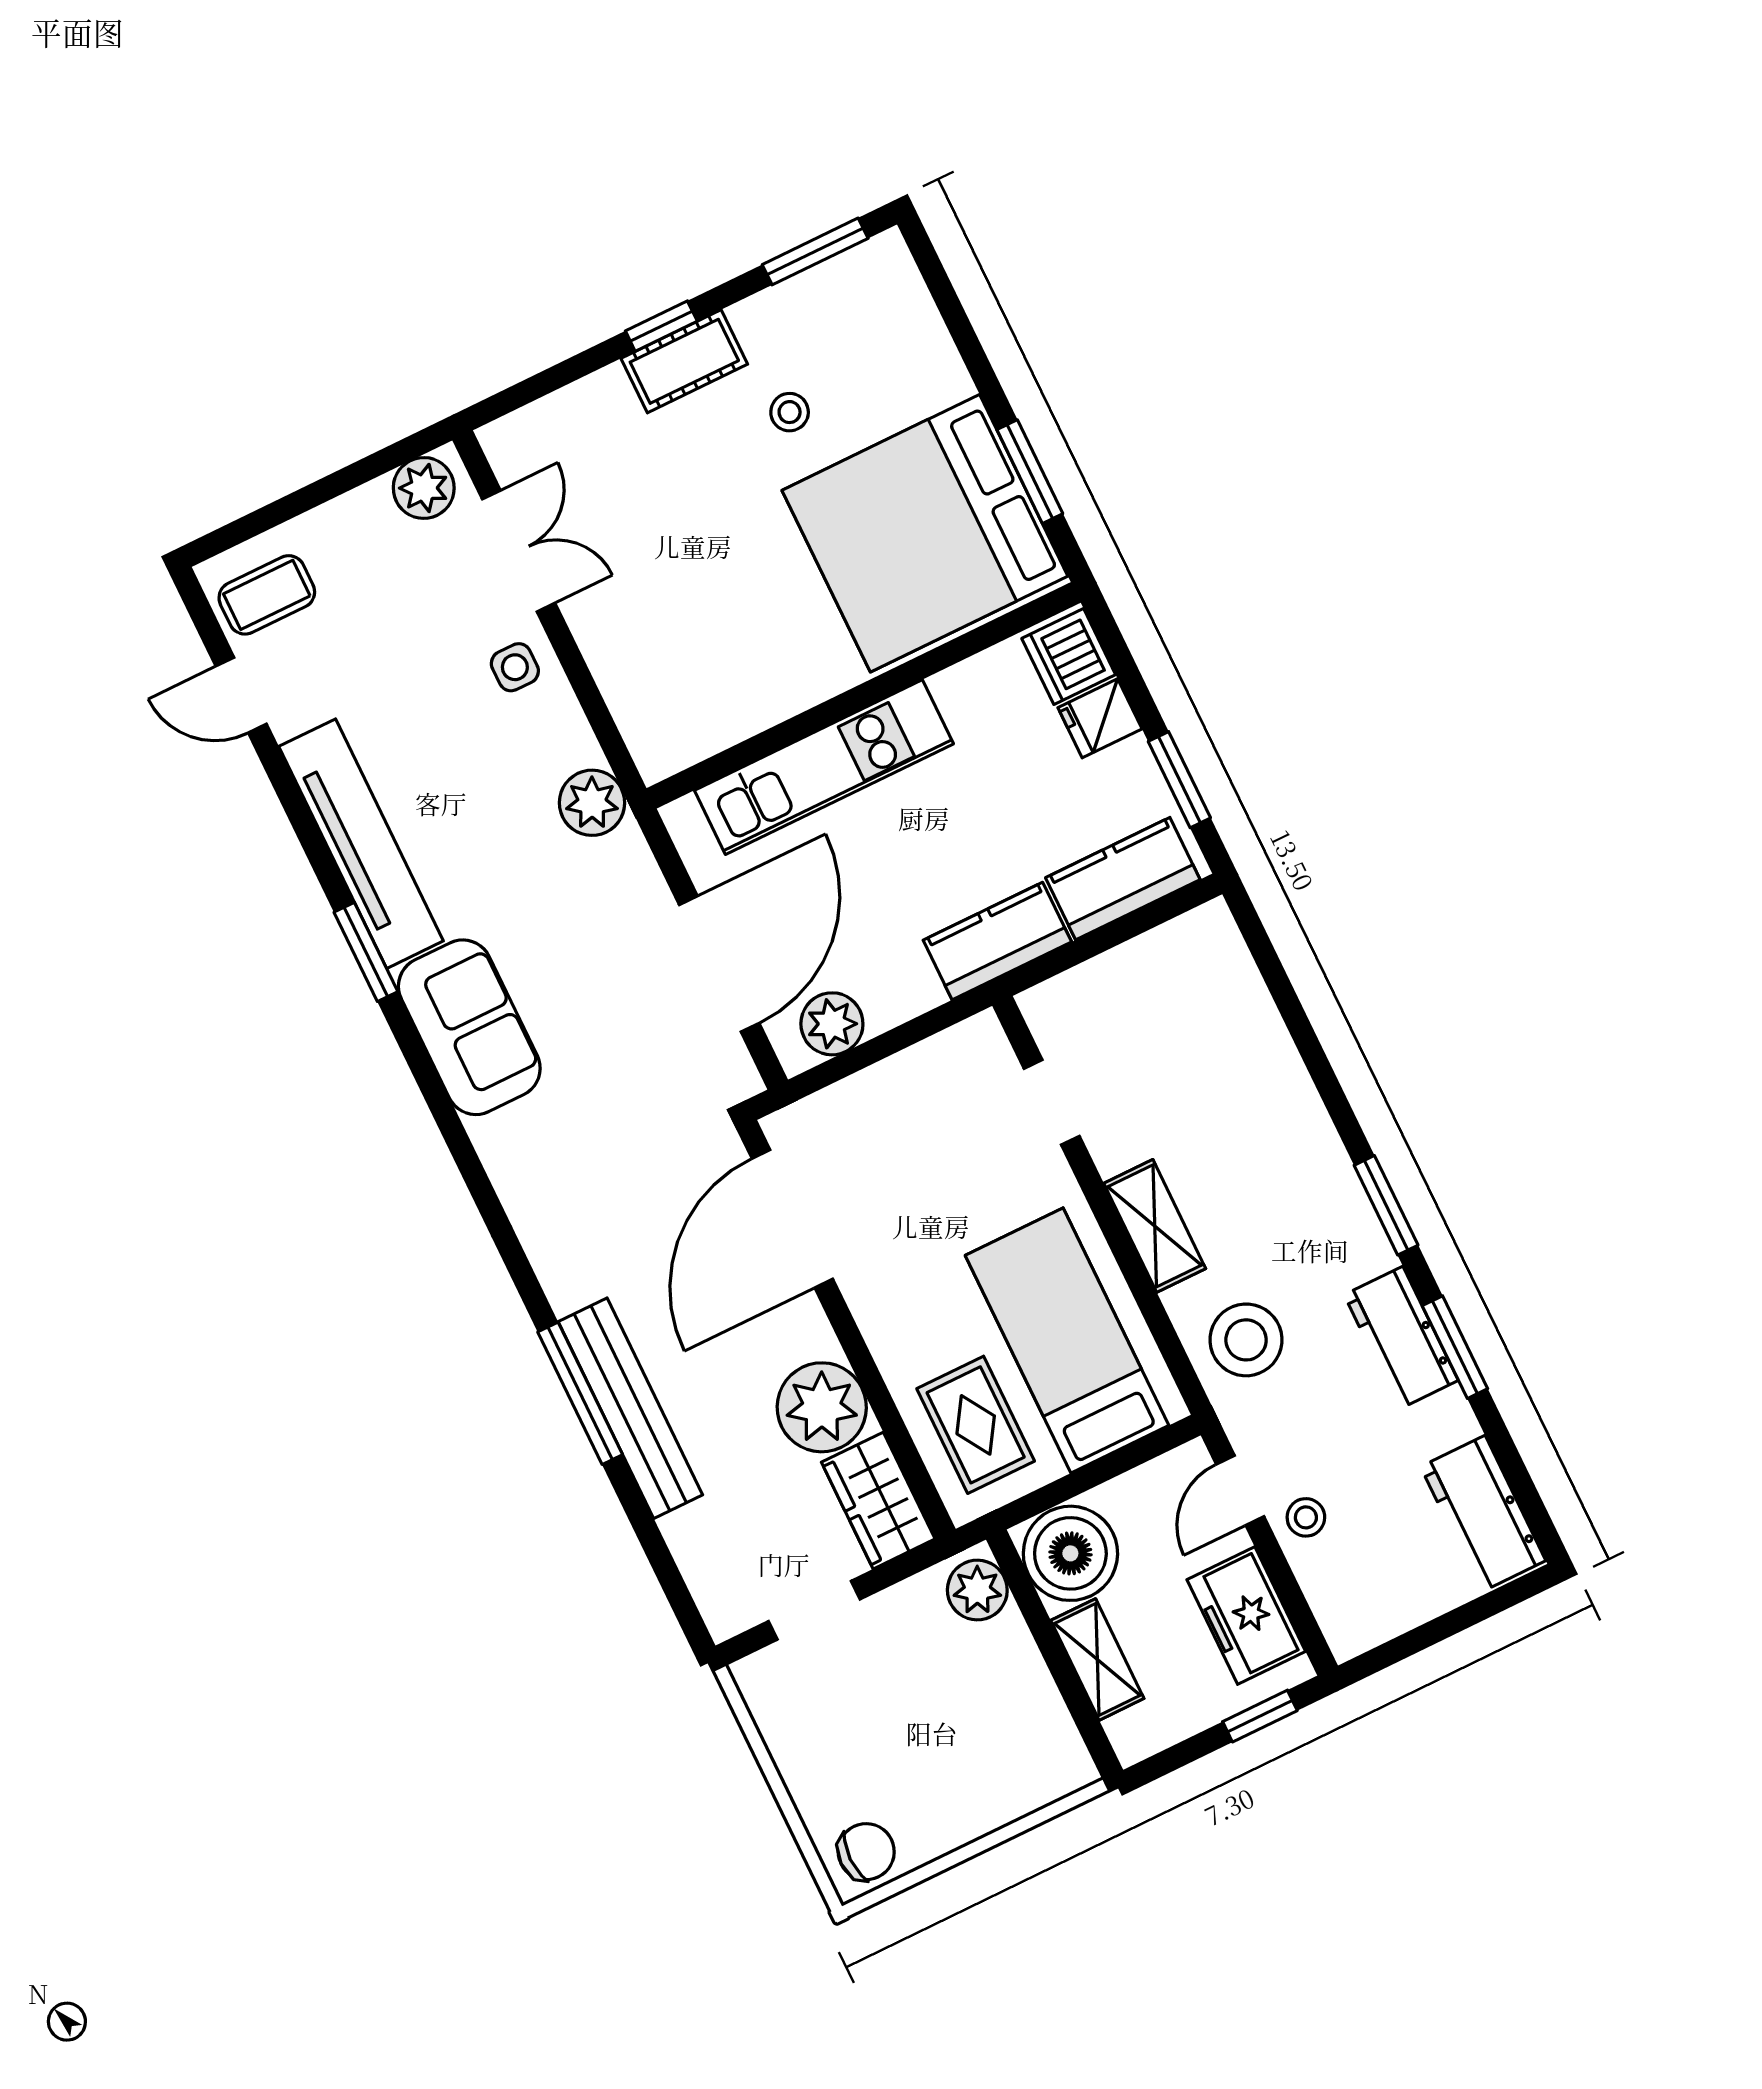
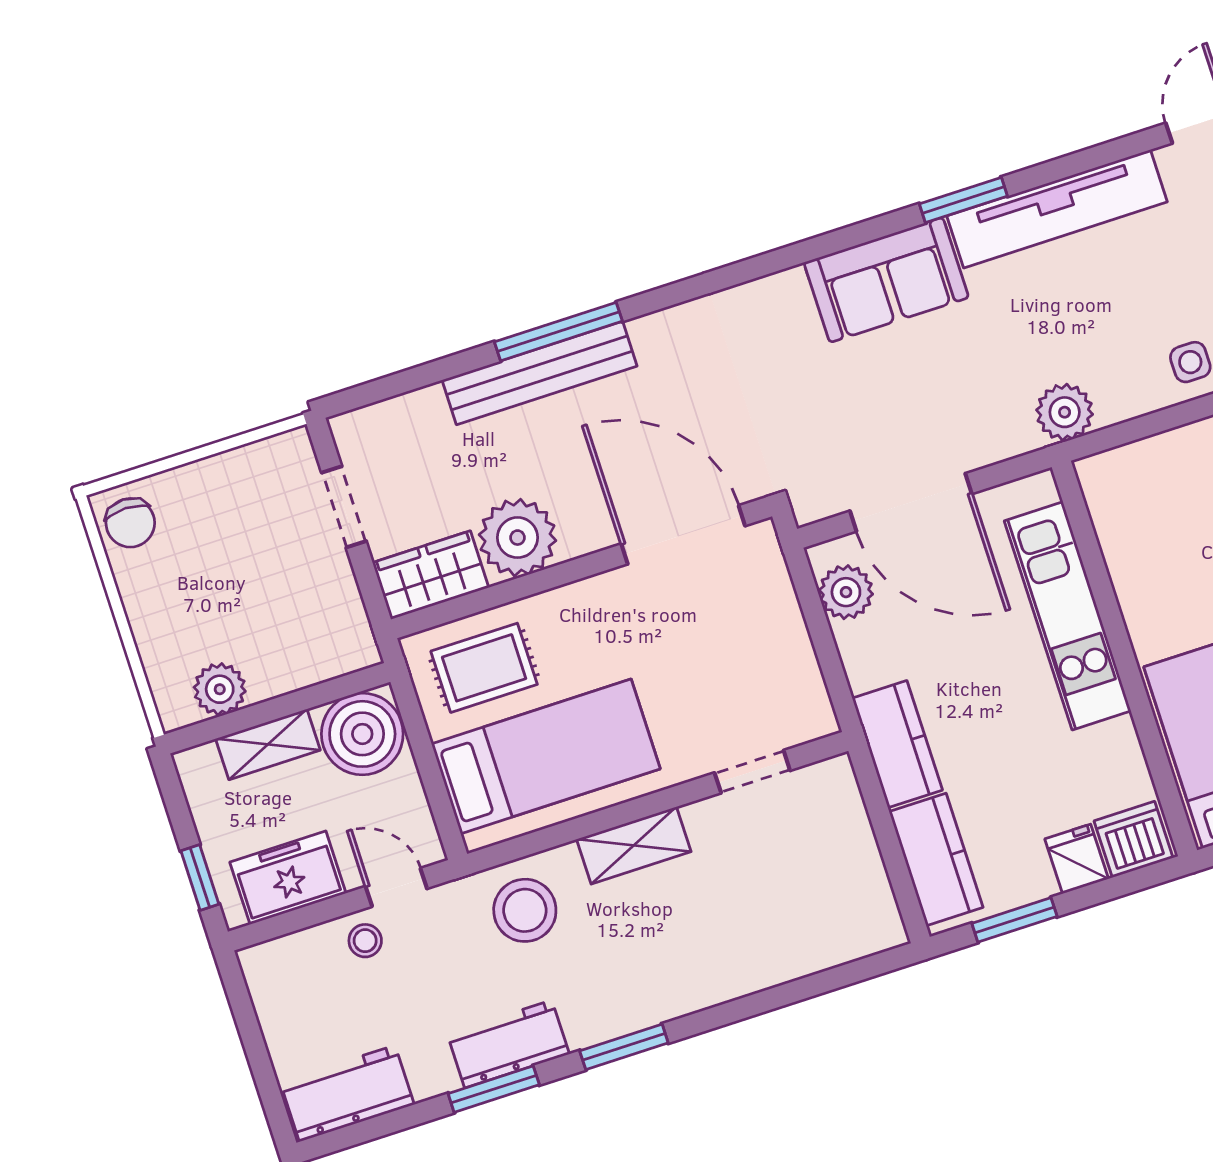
plant: (977, 1590) -> (220, 689), moved

